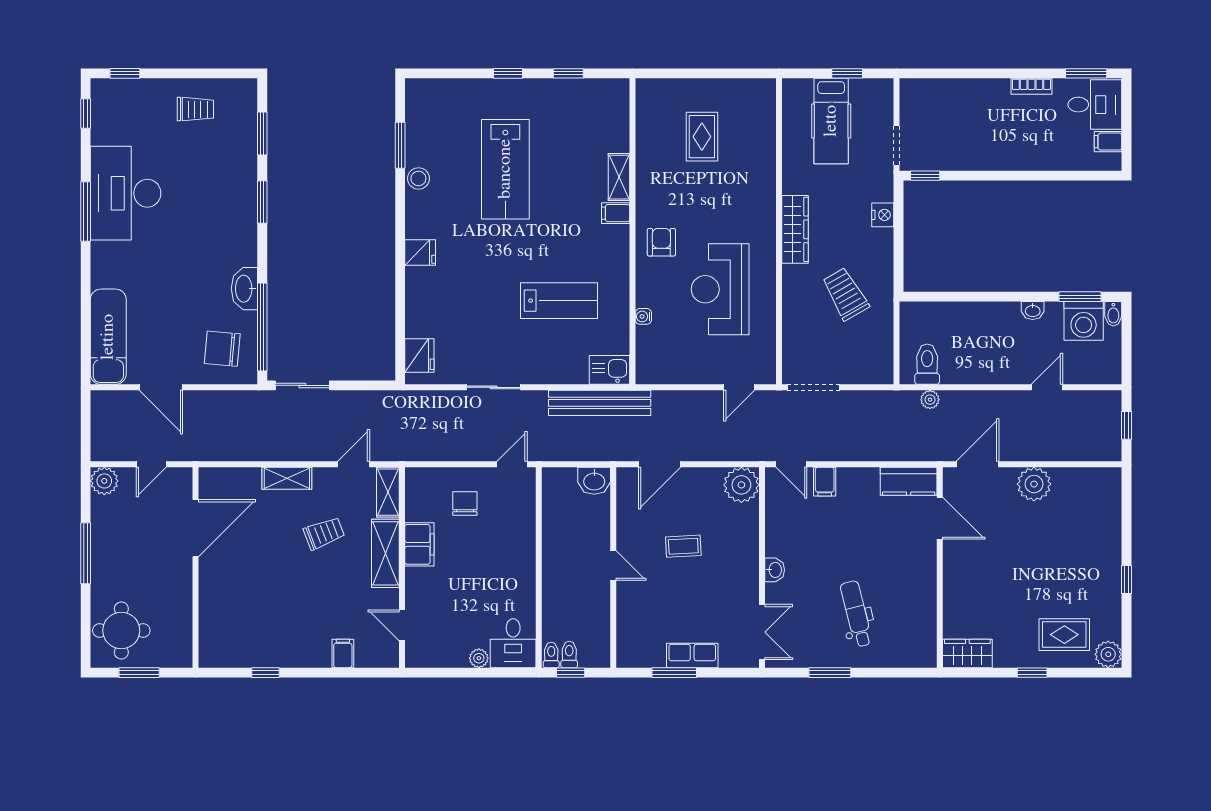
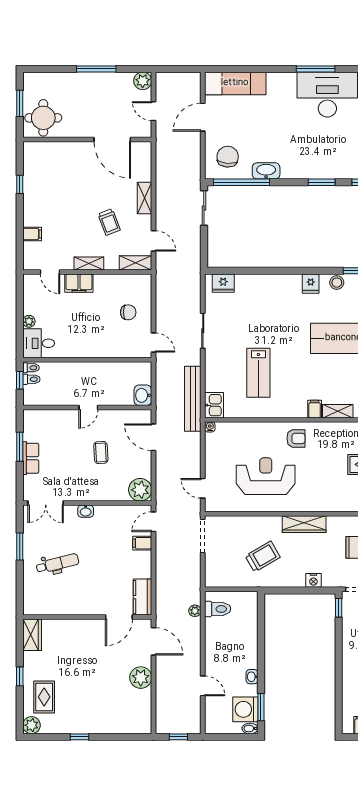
fridge: (420, 252) -> (311, 284), moved
water cooler: (643, 316) -> (210, 427), moved
filing cabinet: (419, 544) -> (79, 283), moved
shelving: (385, 553) -> (89, 264), width x0.67, depth x0.75
door: (402, 625) -> (50, 272), swing flipped
round table: (121, 630) -> (43, 118), moved

